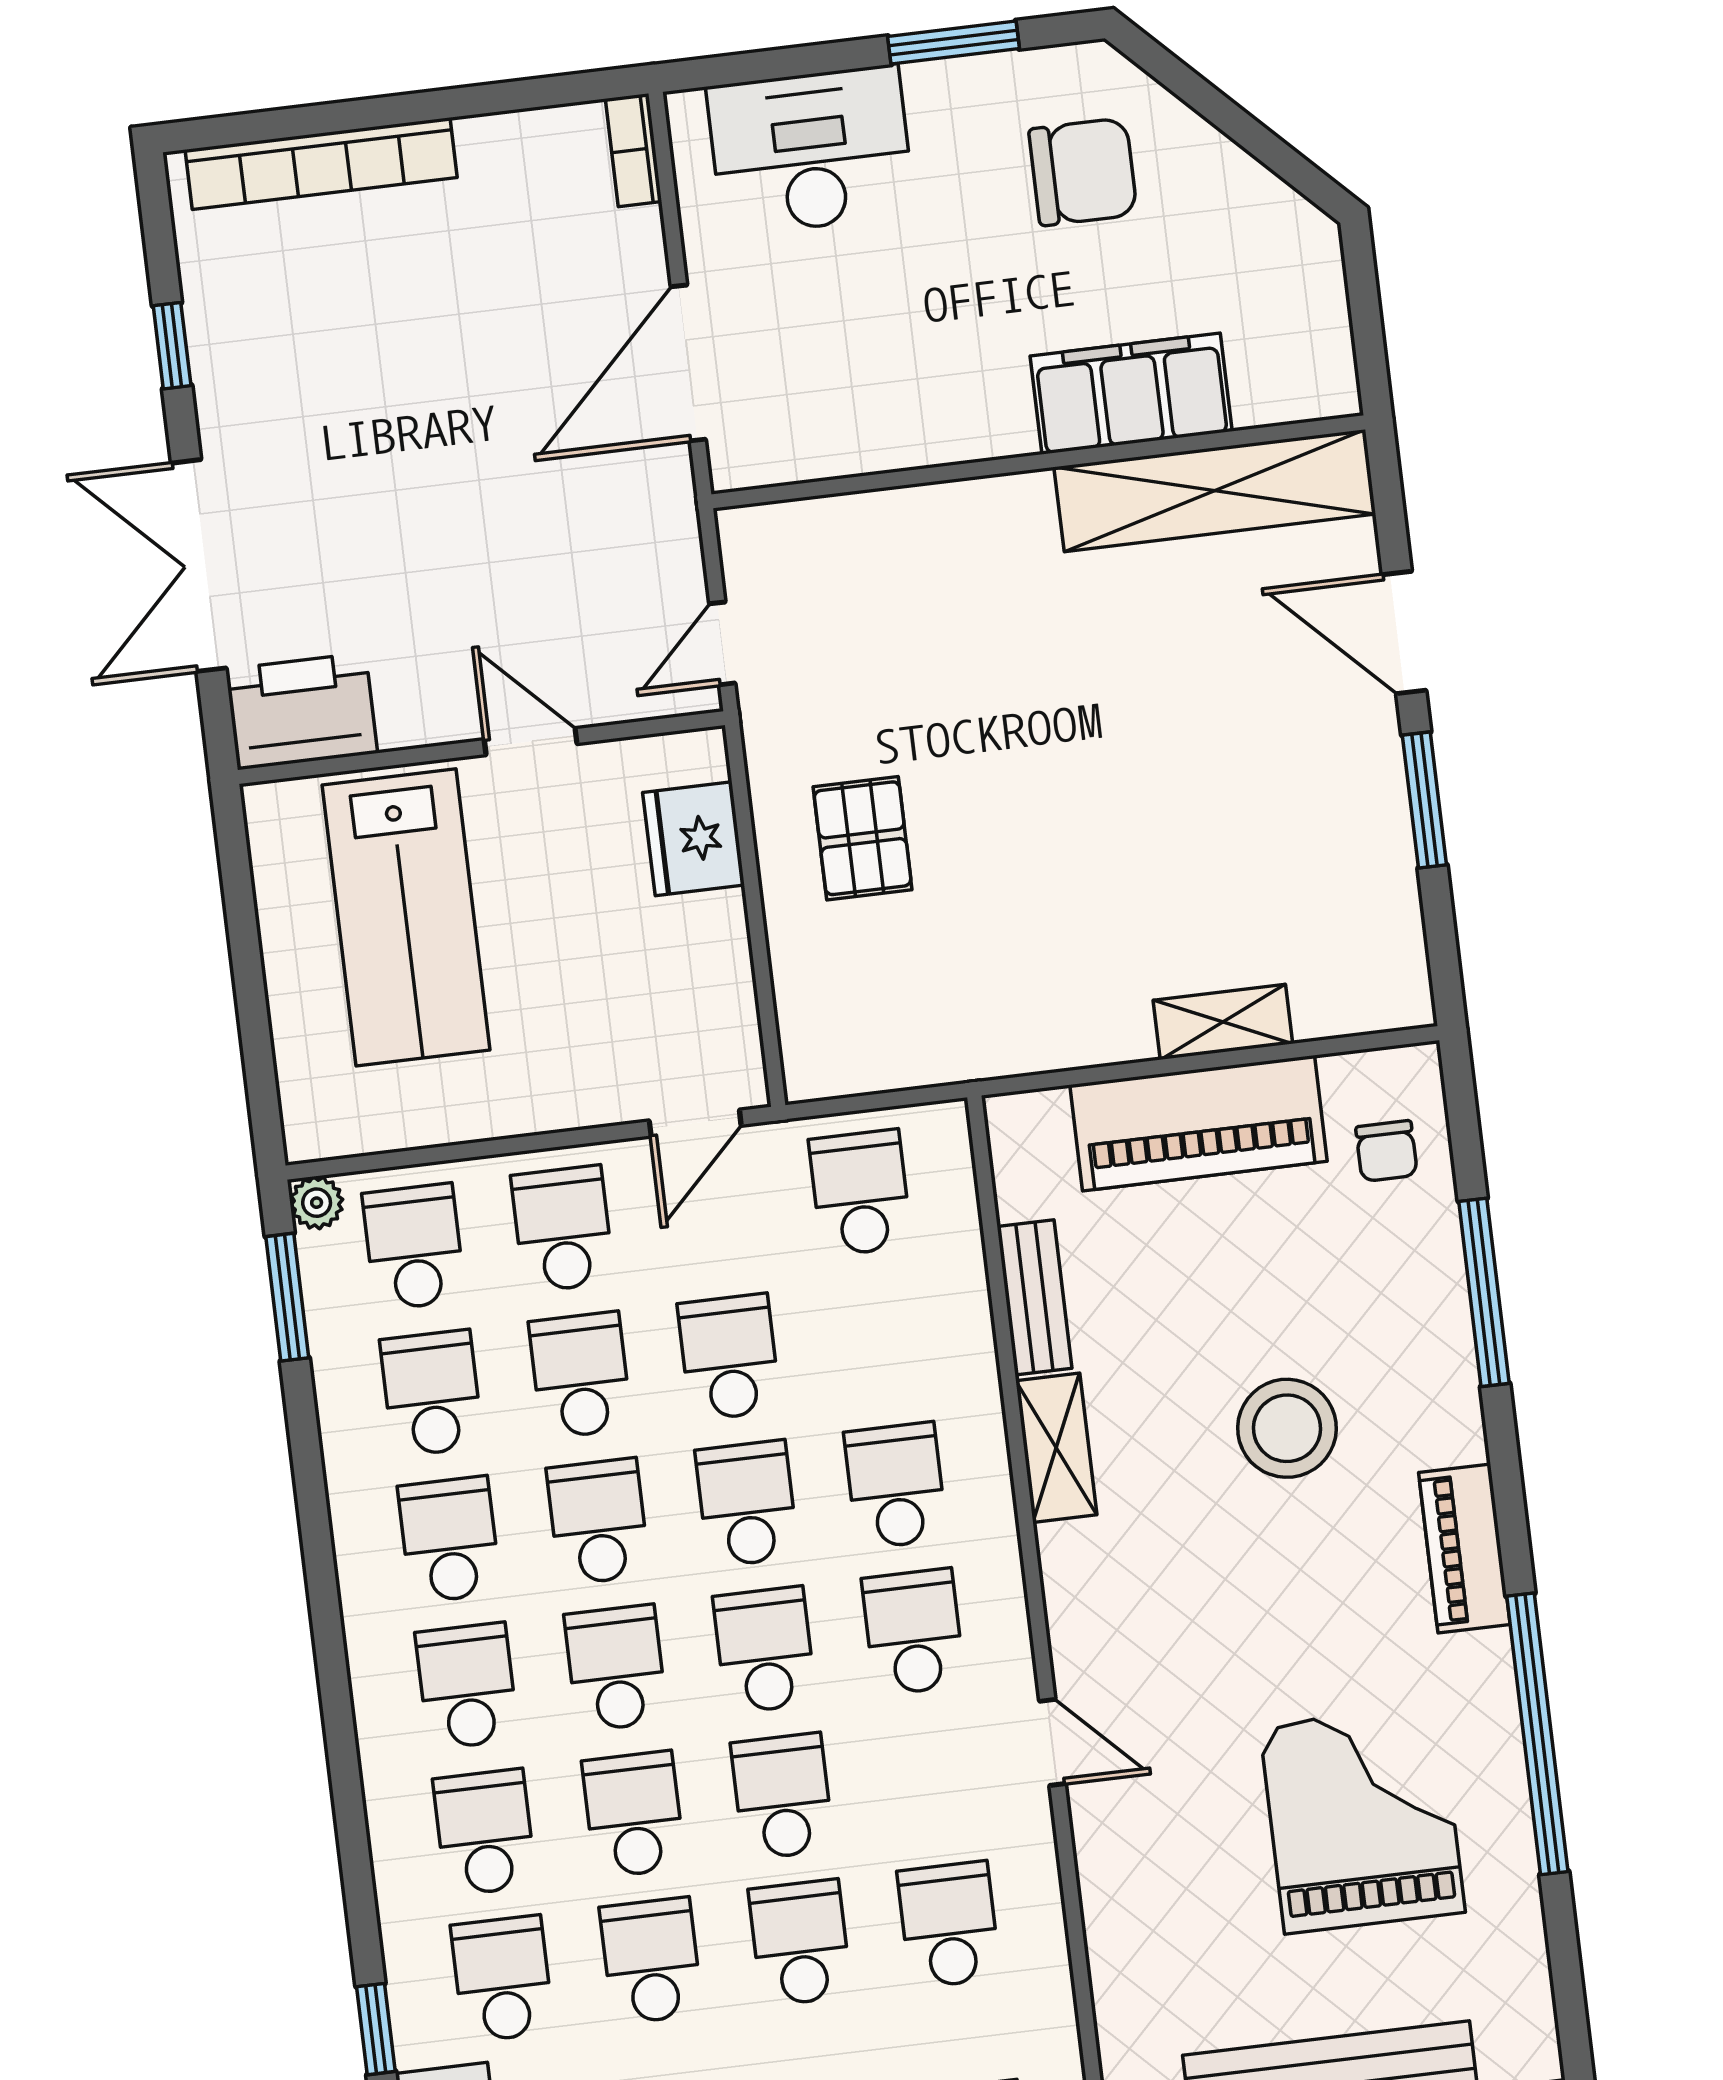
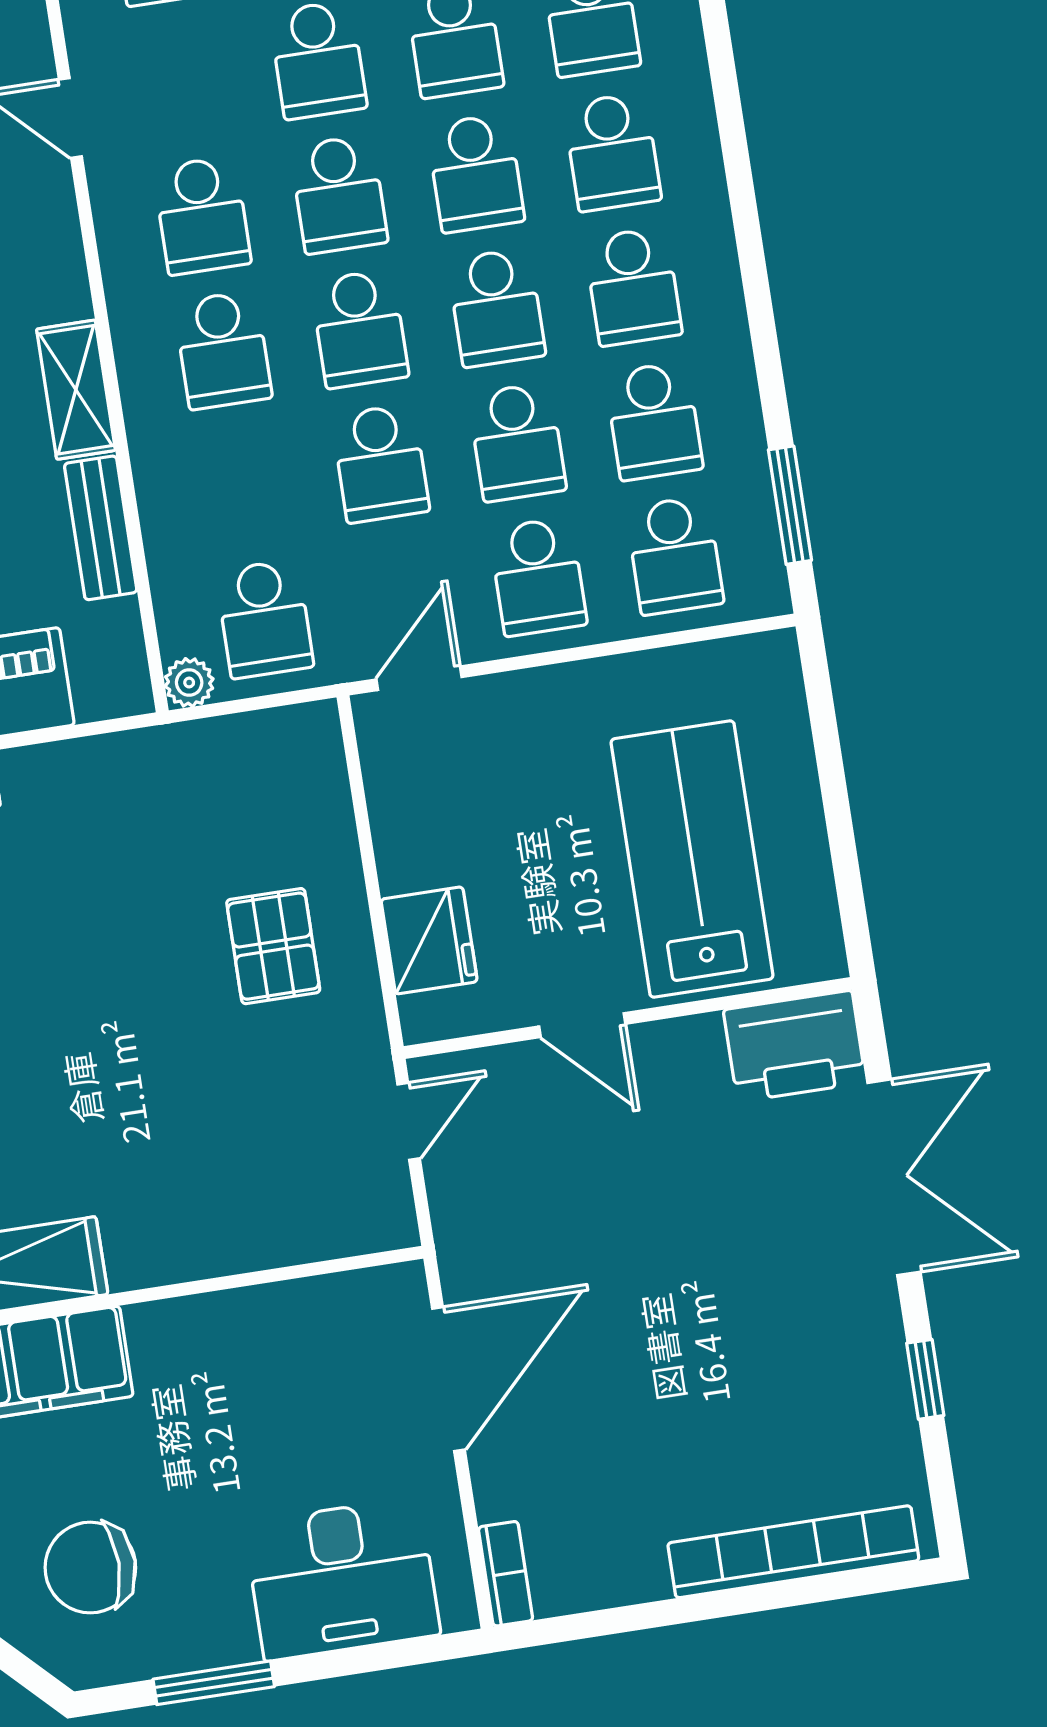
plant: (317, 1203) -> (189, 683), moved

